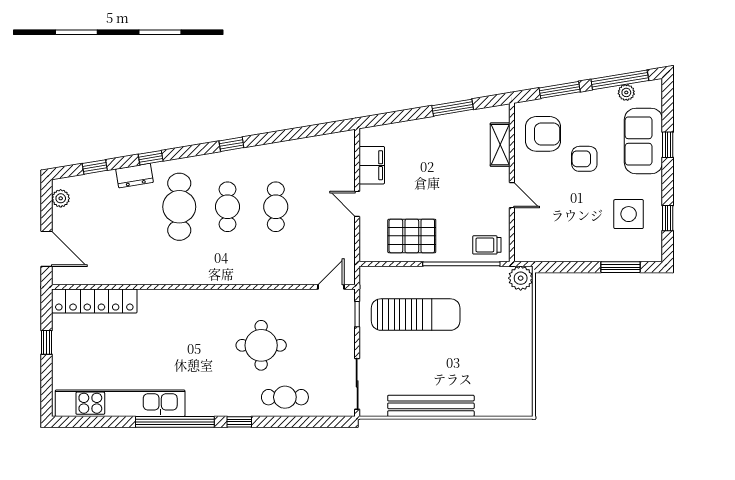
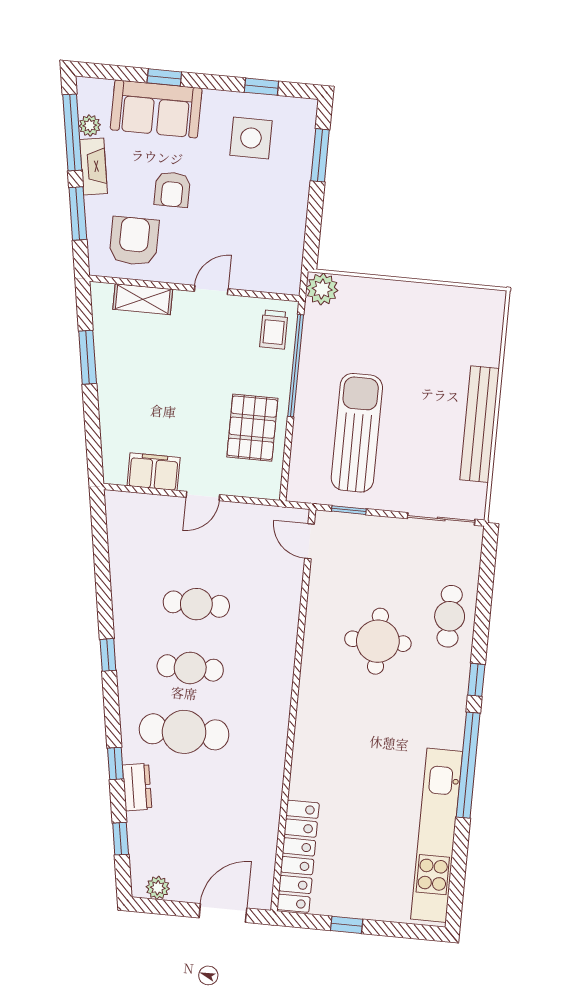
fireplace: (596, 98) -> (94, 166), added

